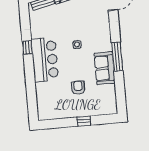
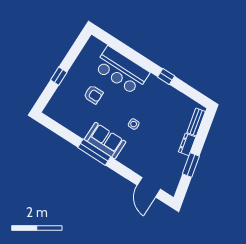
bar counter: (45, 60) -> (121, 70), moved
sofa: (105, 68) -> (105, 141), moved

